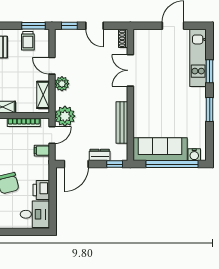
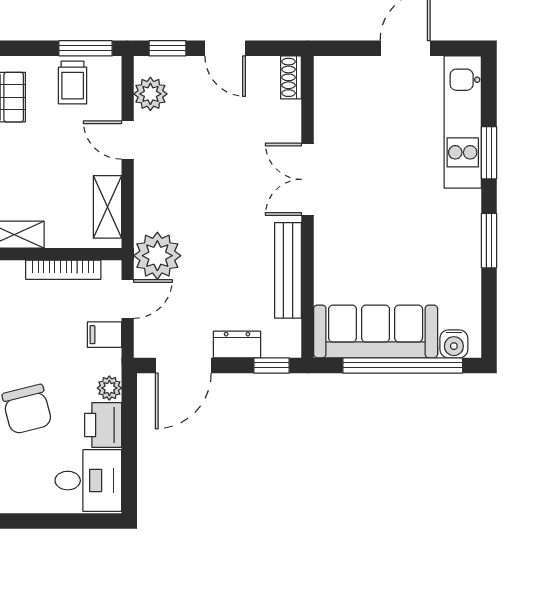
double door: (130, 70) -> (307, 179), moved
plant: (62, 84) -> (150, 94), moved
plant: (44, 174) -> (109, 388), added

